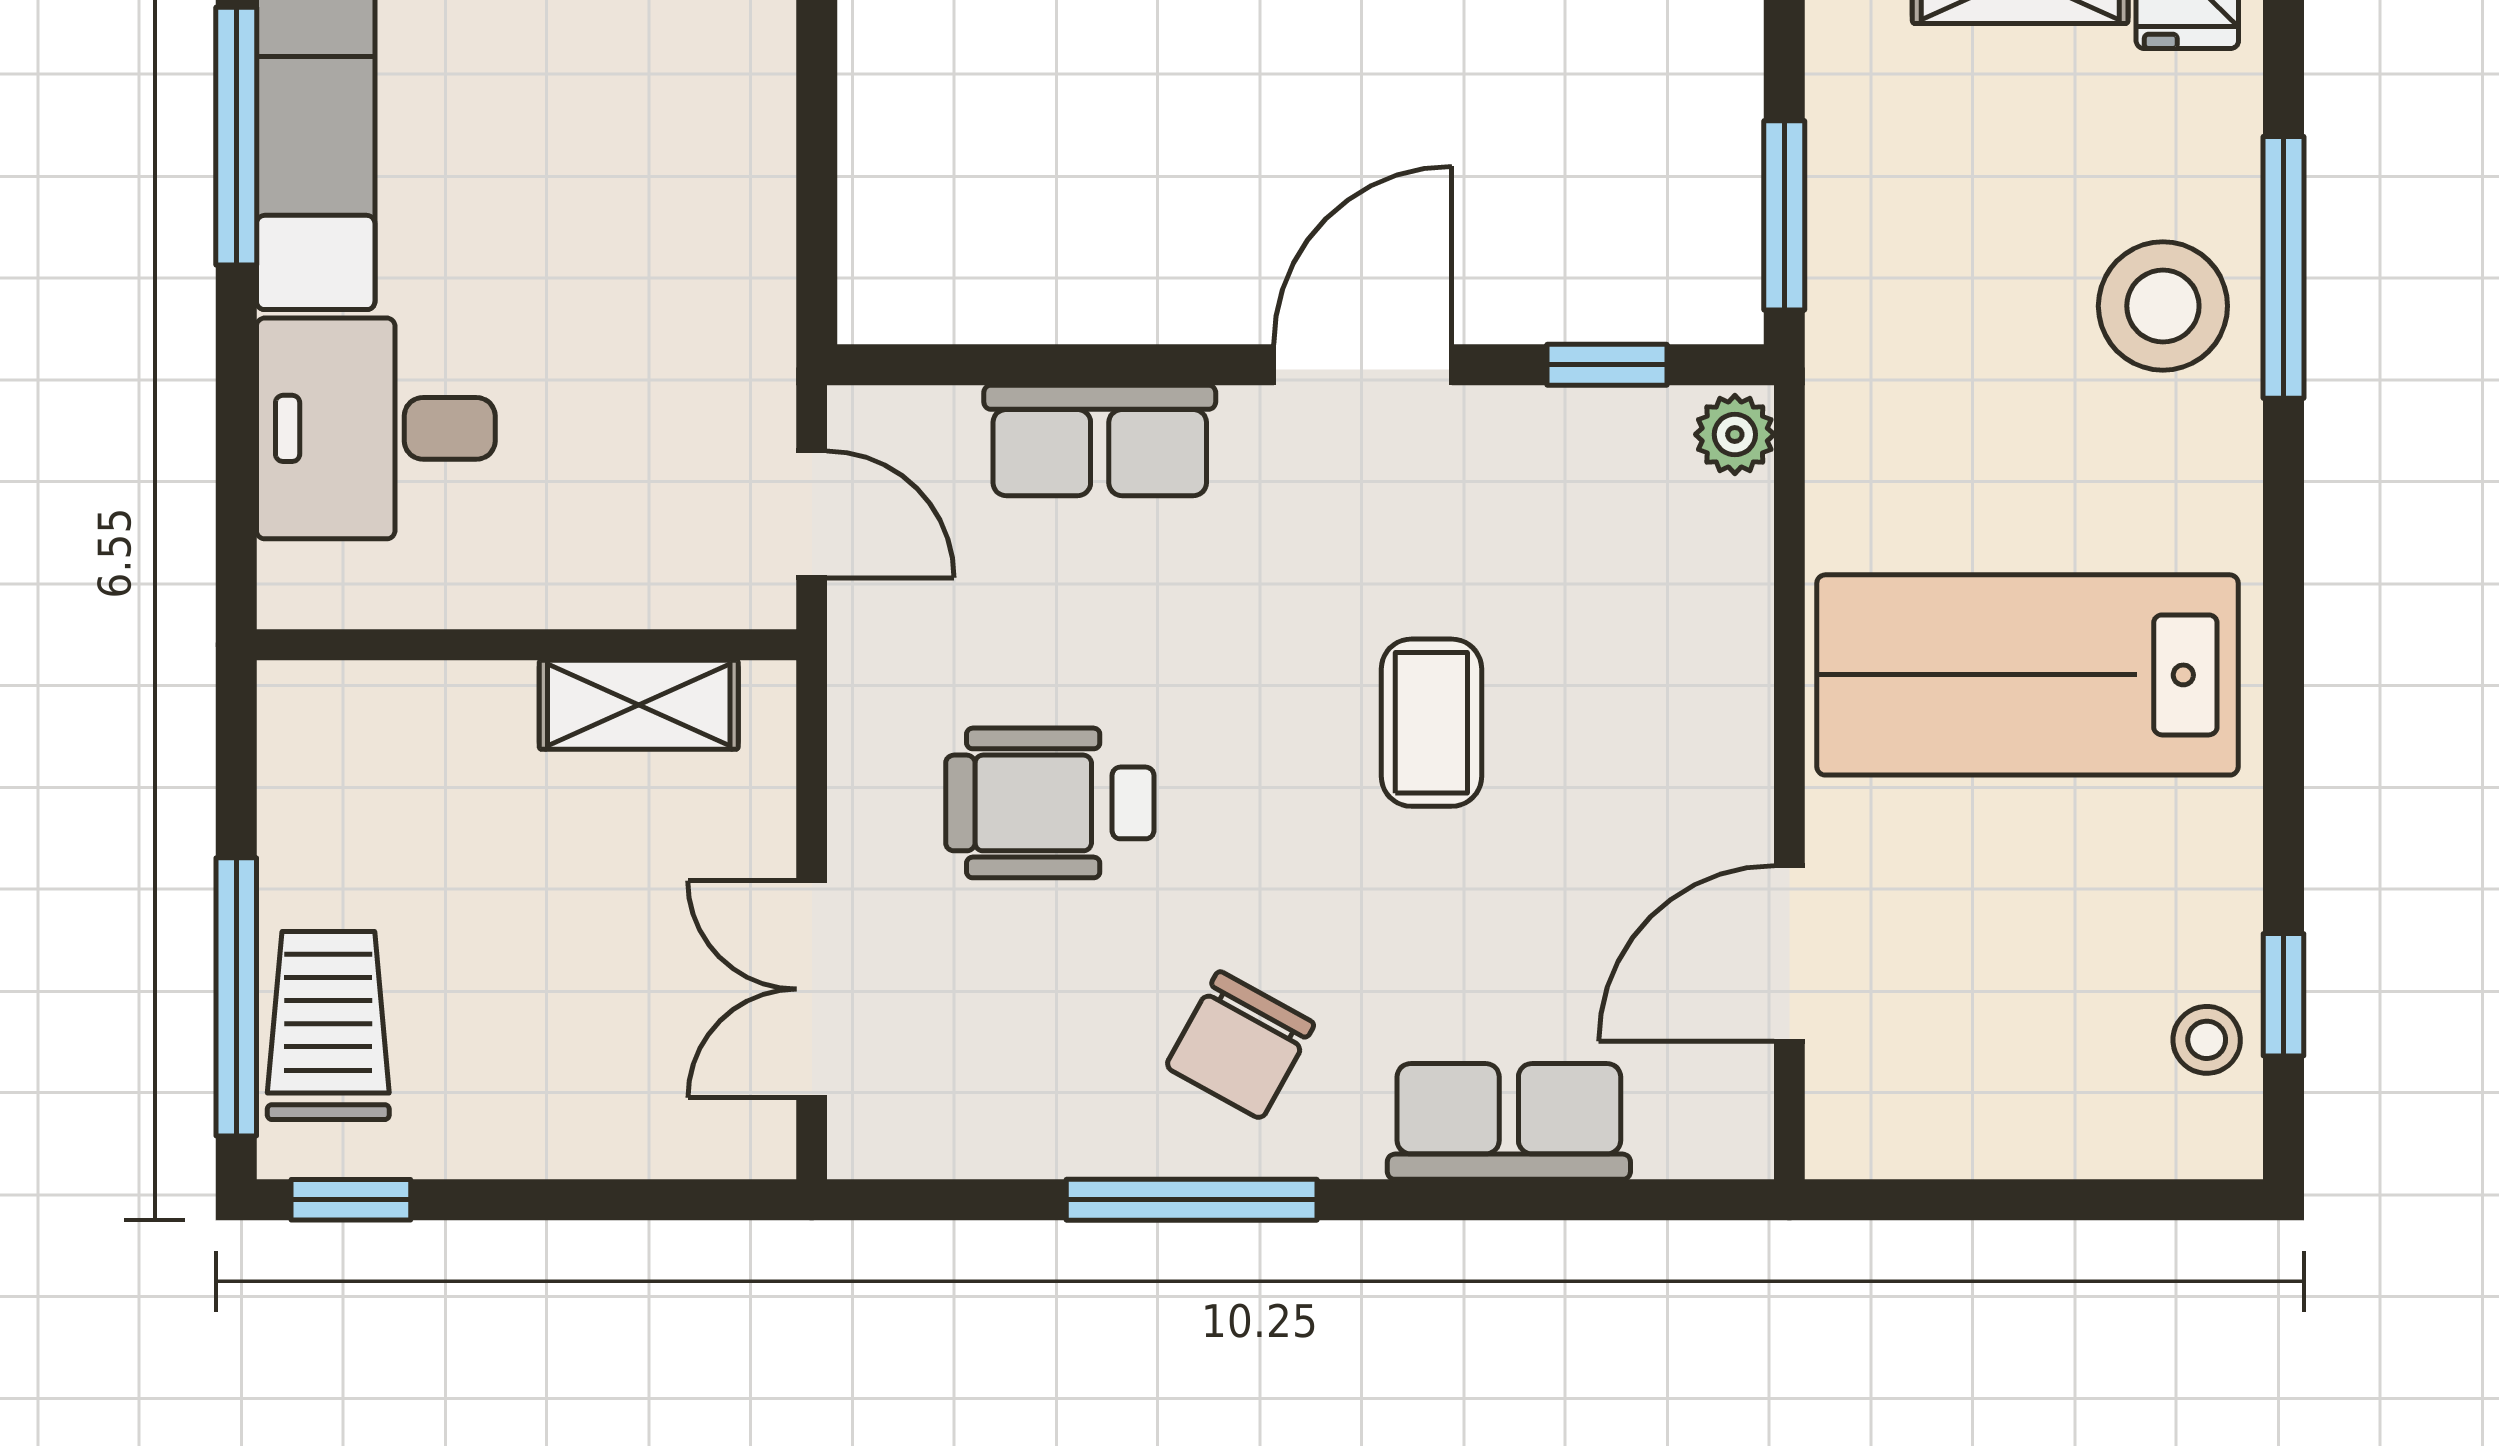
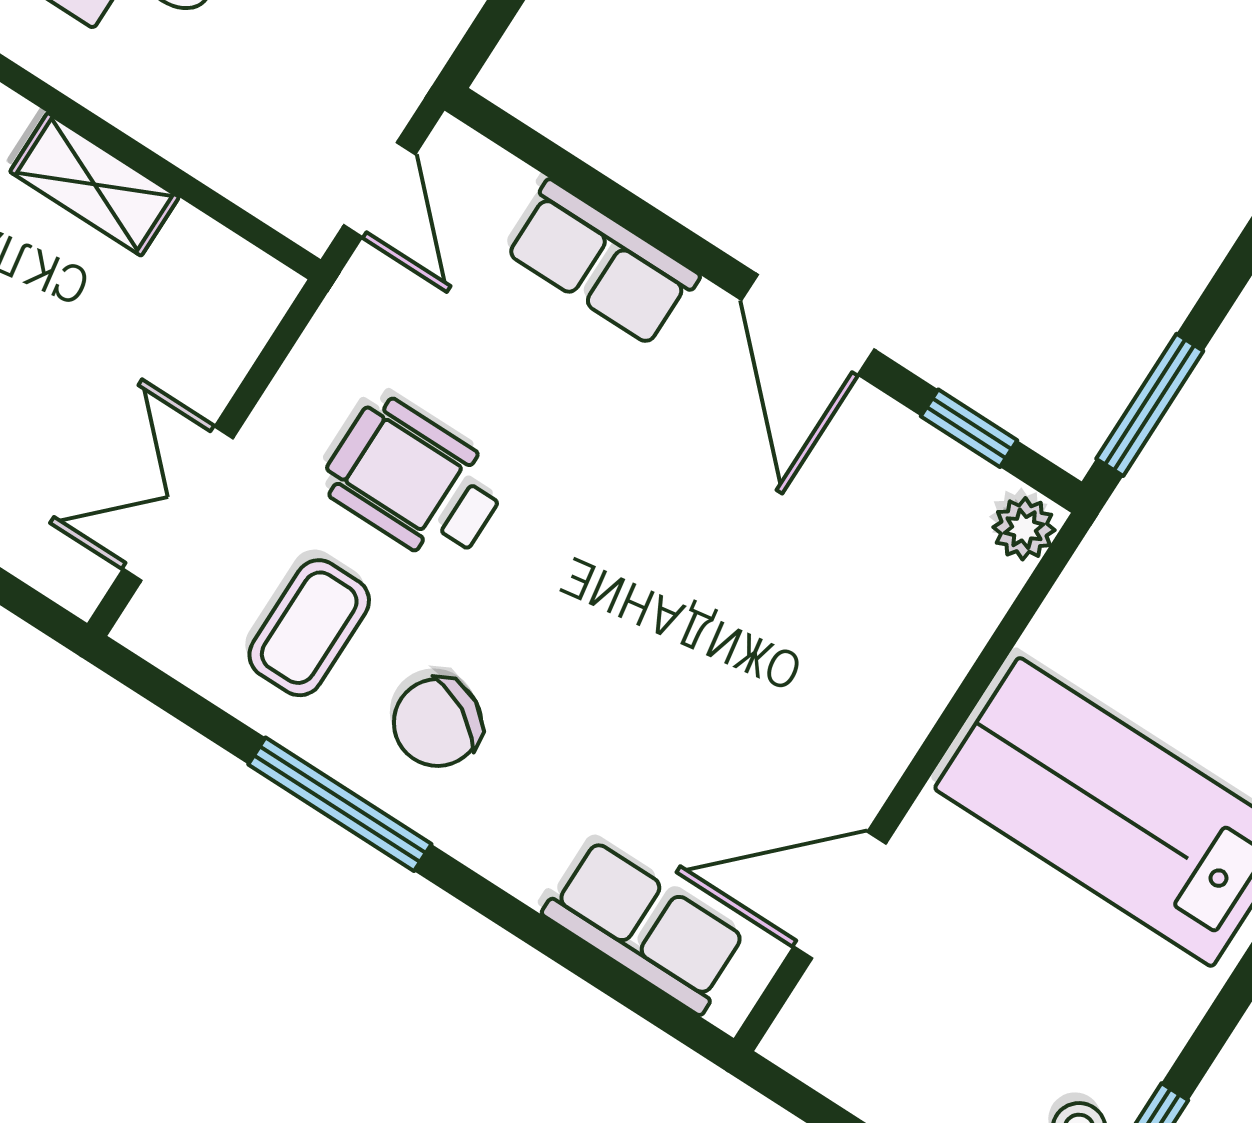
door: (1363, 365) -> (808, 325), swing flipped
shelving: (639, 705) -> (94, 184), moved
coffee table: (1431, 723) -> (309, 628), moved
row of seats: (1509, 1121) -> (645, 927), moved

